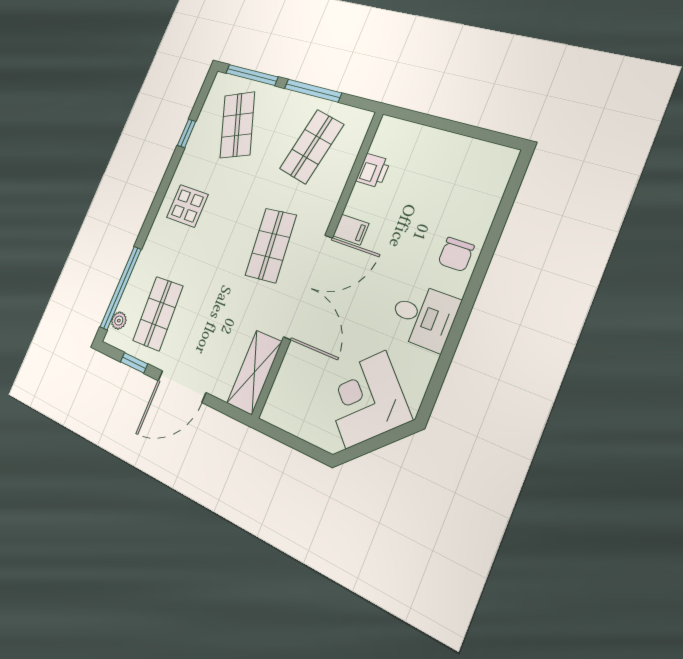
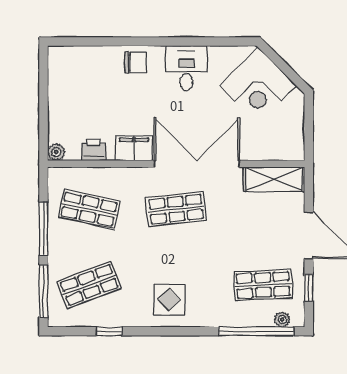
plant: (388, 126) -> (56, 152), added
filing cabinet: (351, 230) -> (134, 148), width x2.00

